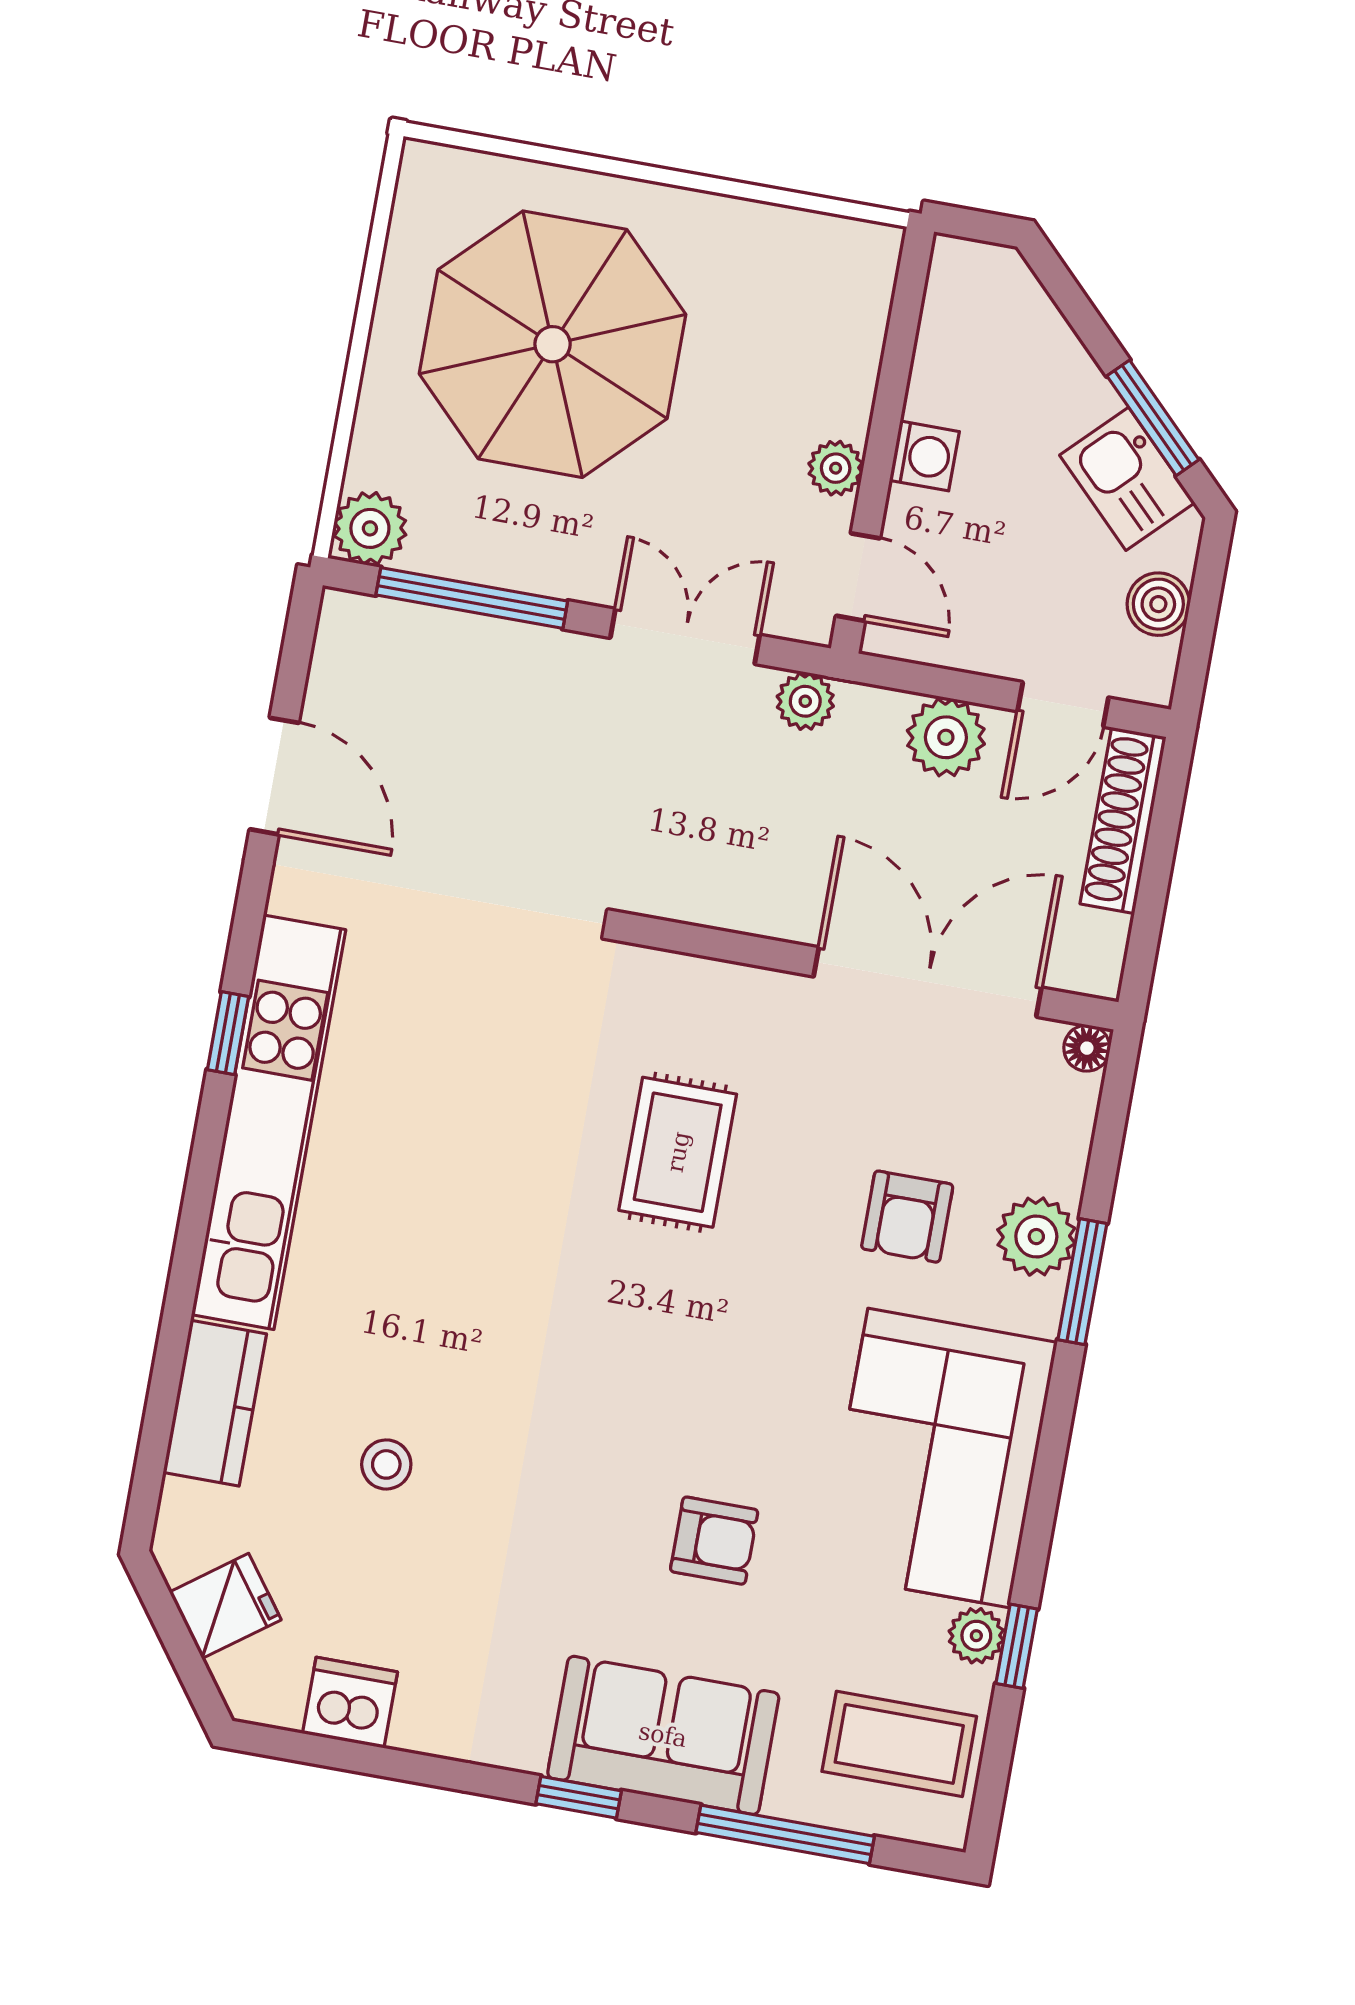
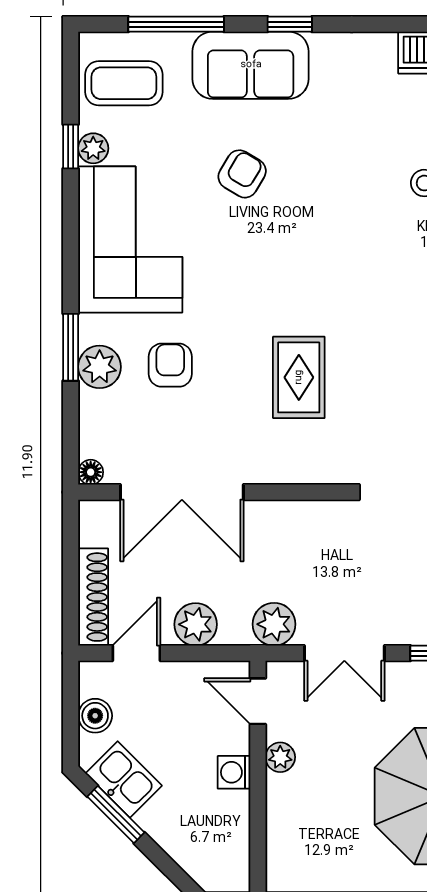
plant: (805, 701) -> (274, 624), width x1.38, depth x1.38
armchair: (714, 1541) -> (242, 174), turned 121

